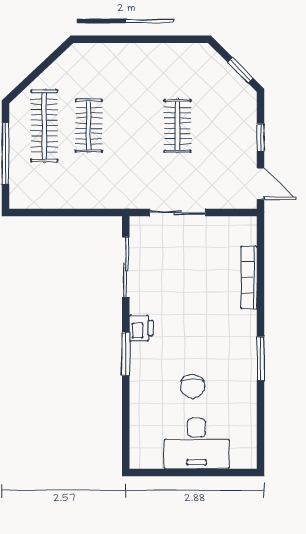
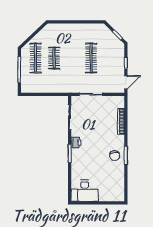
clothes rail: (177, 126) -> (91, 58), width x1.36
door: (261, 184) -> (126, 82), hinge flipped
chair: (193, 386) -> (115, 156), moved
desk: (197, 443) -> (85, 191), moved

